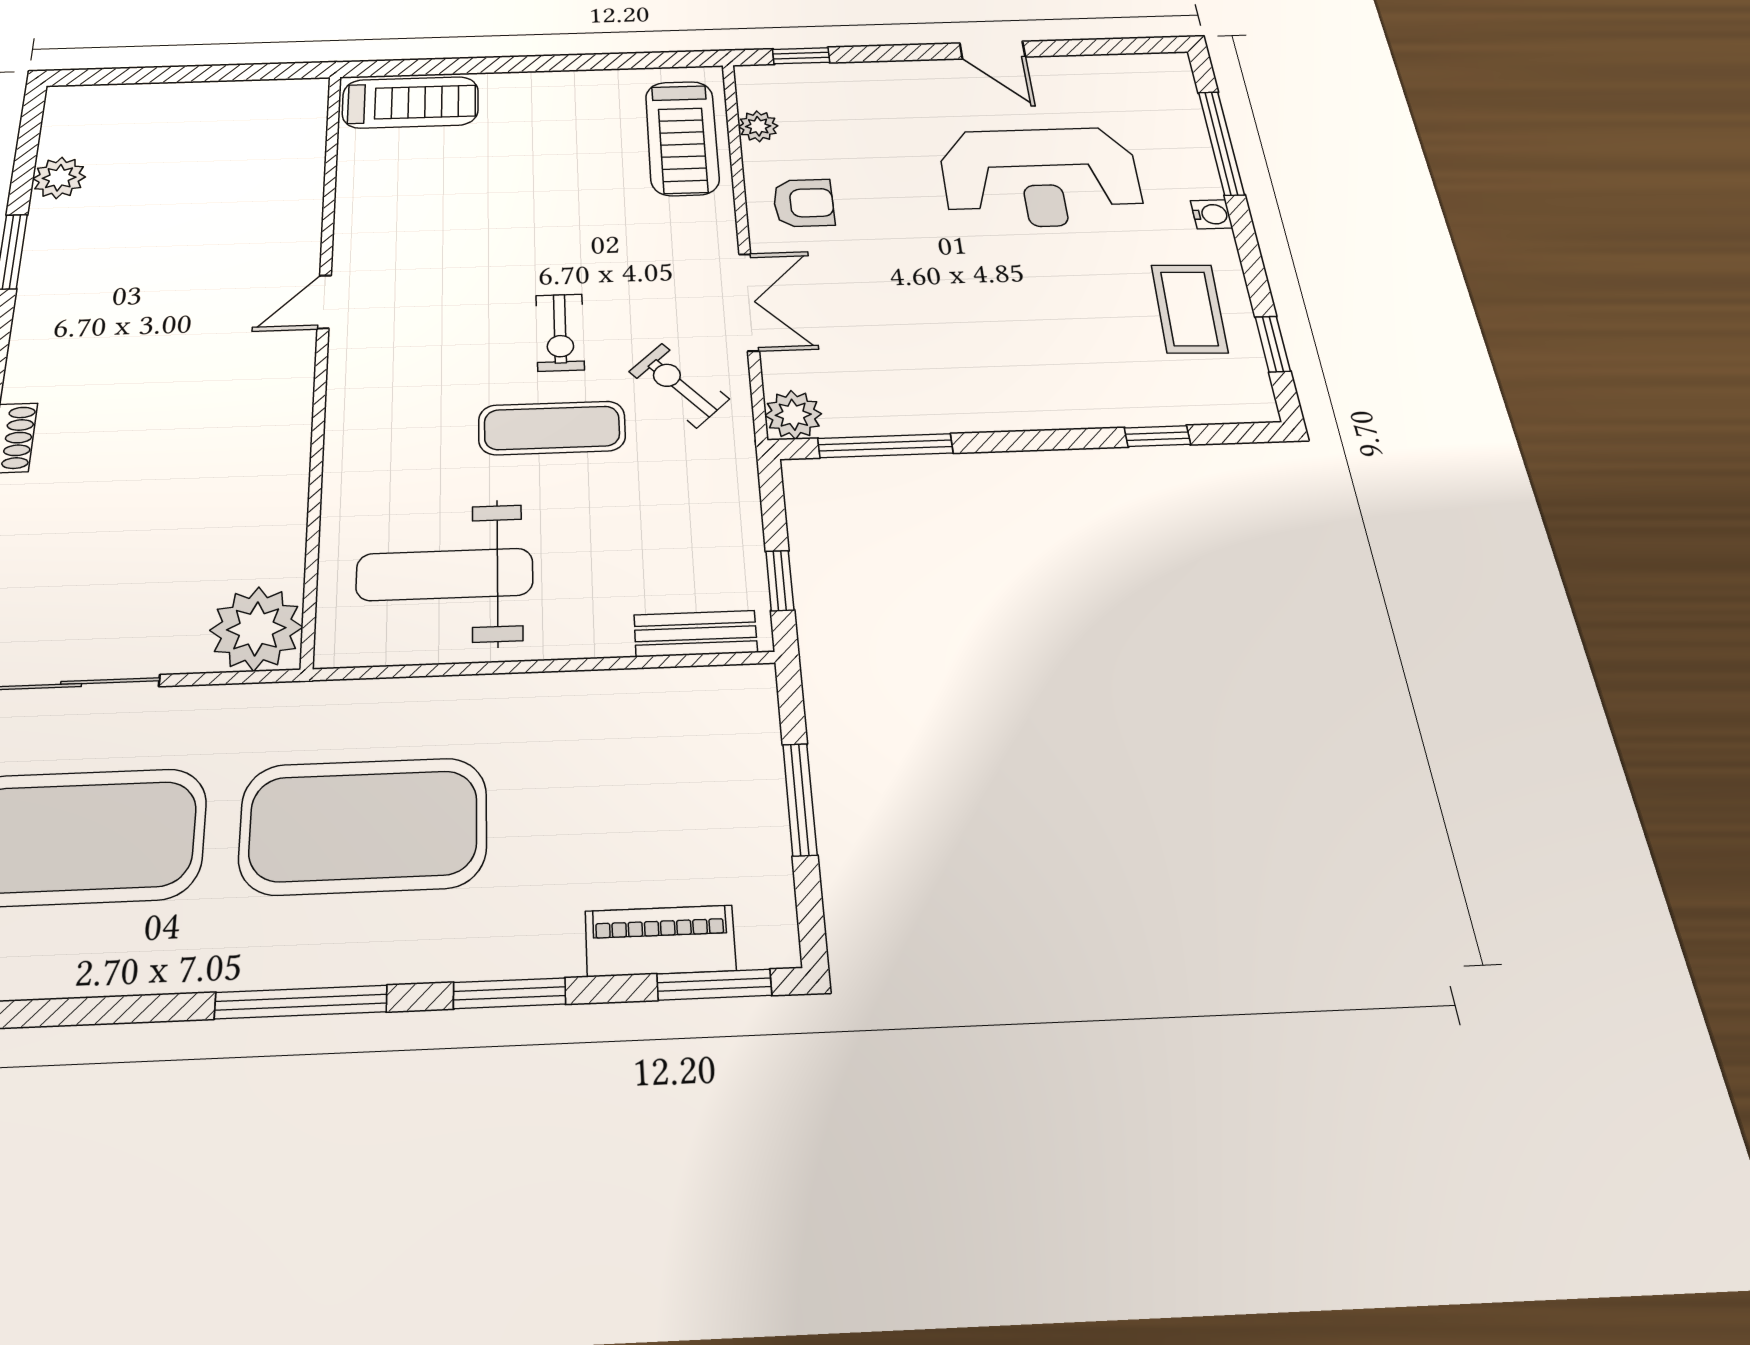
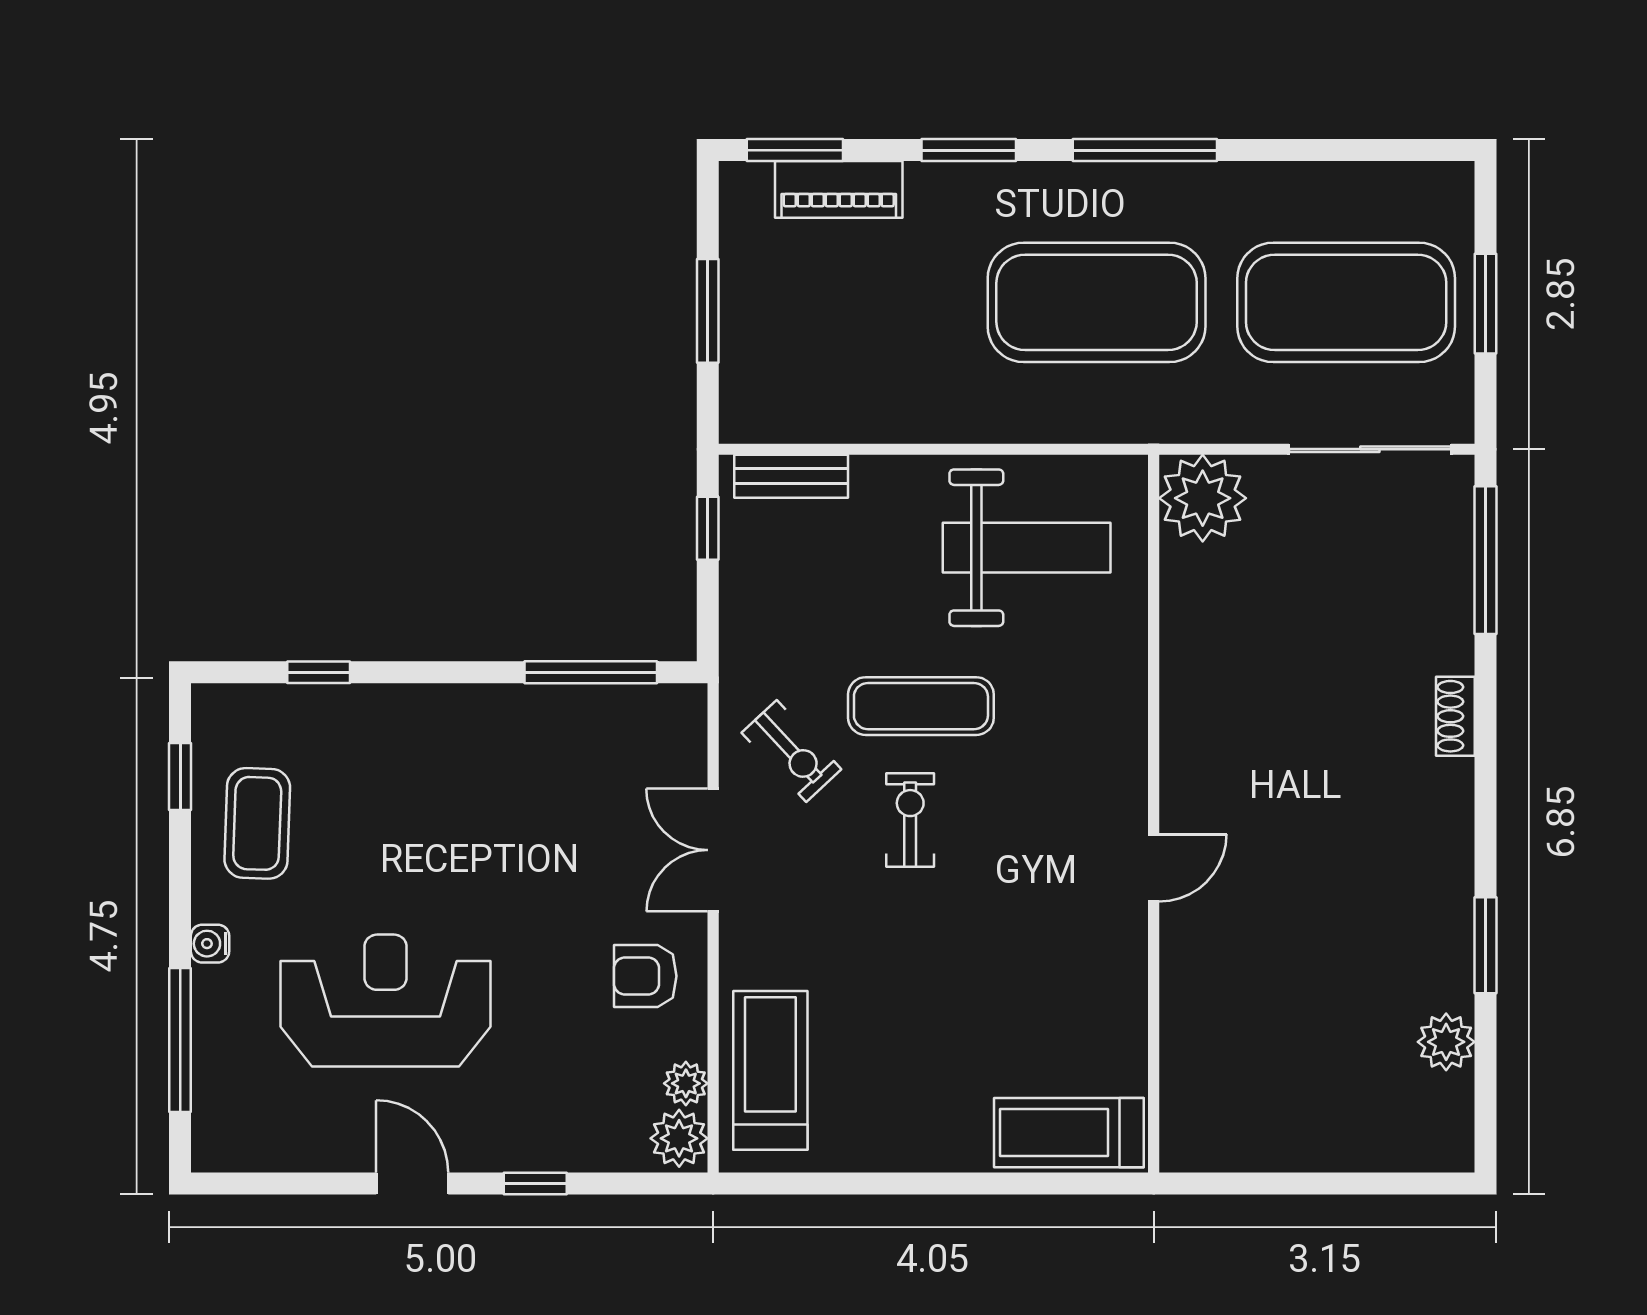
window: (801, 56) -> (535, 1184), moved
plant: (793, 415) -> (679, 1138), moved

